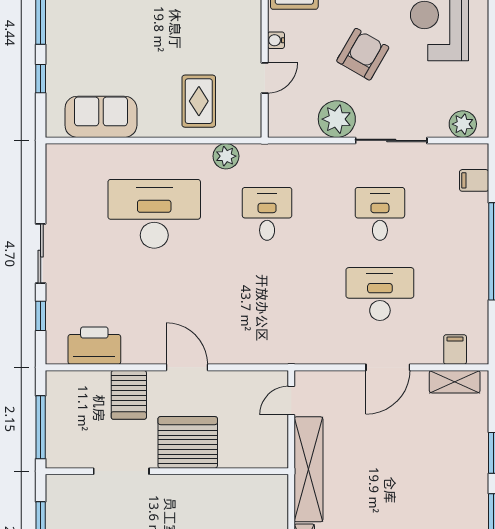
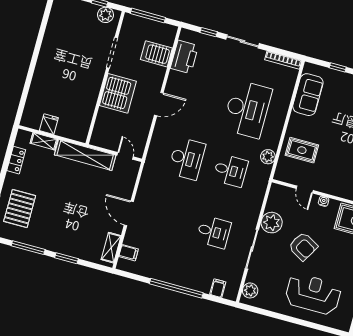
bookcase: (54, 175) -> (283, 60), added
desk: (380, 294) -> (187, 159), moved
server rack: (129, 395) -> (156, 54), moved
plant: (59, 500) -> (106, 15), added

